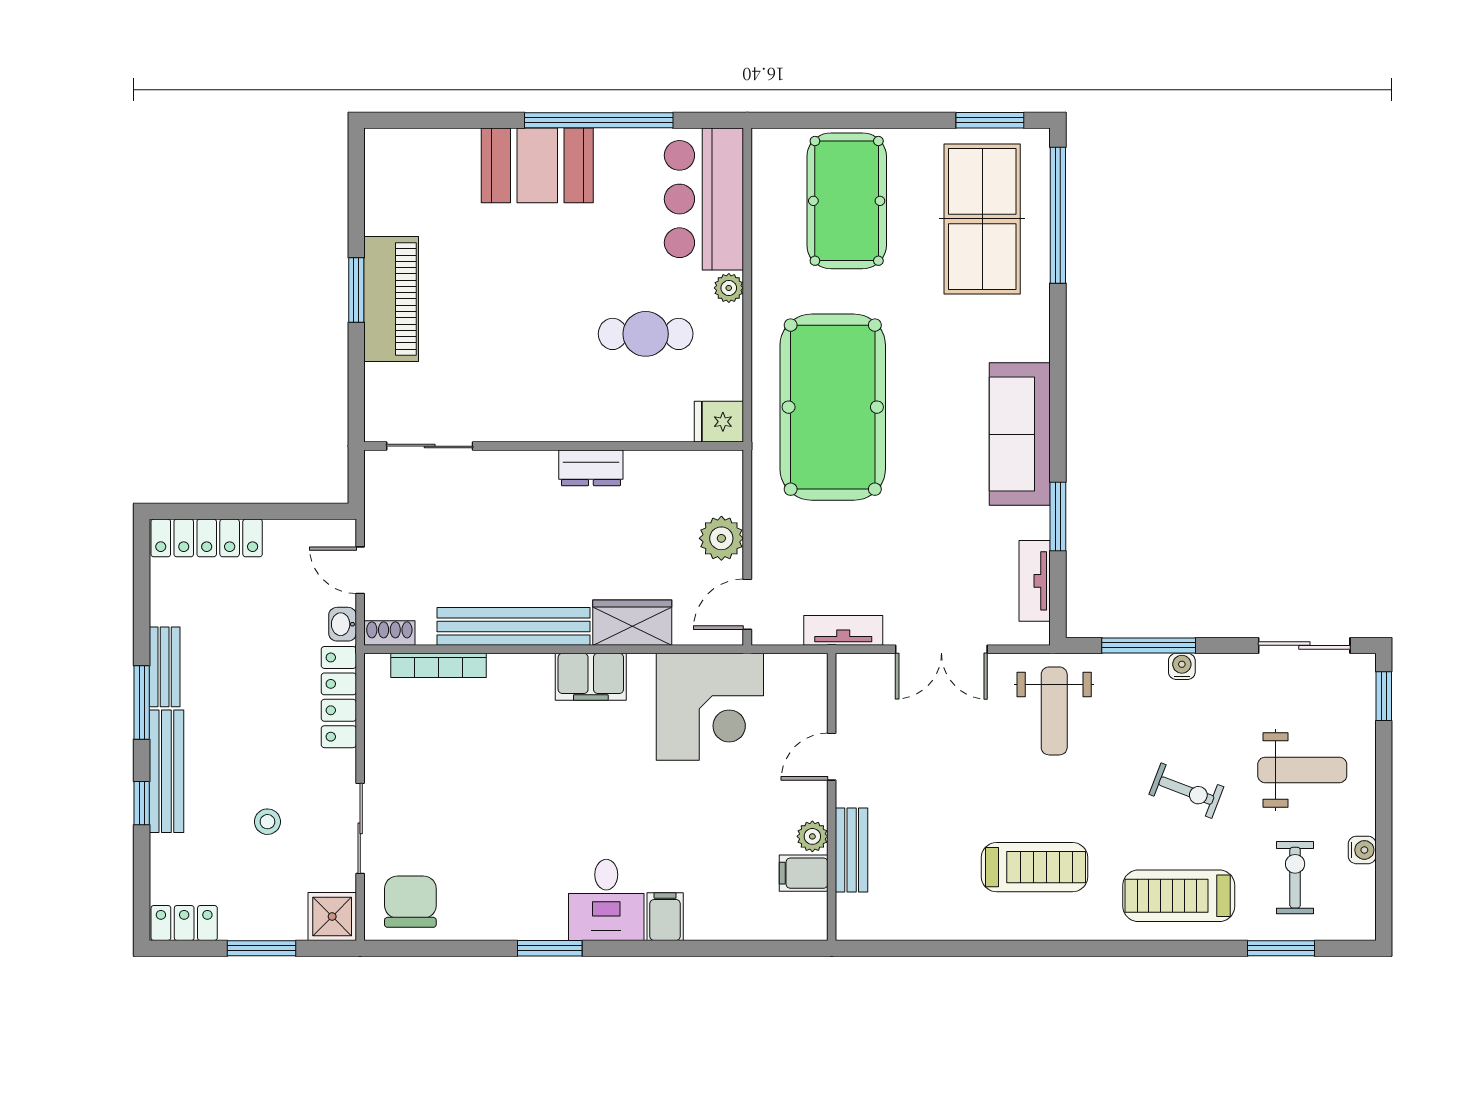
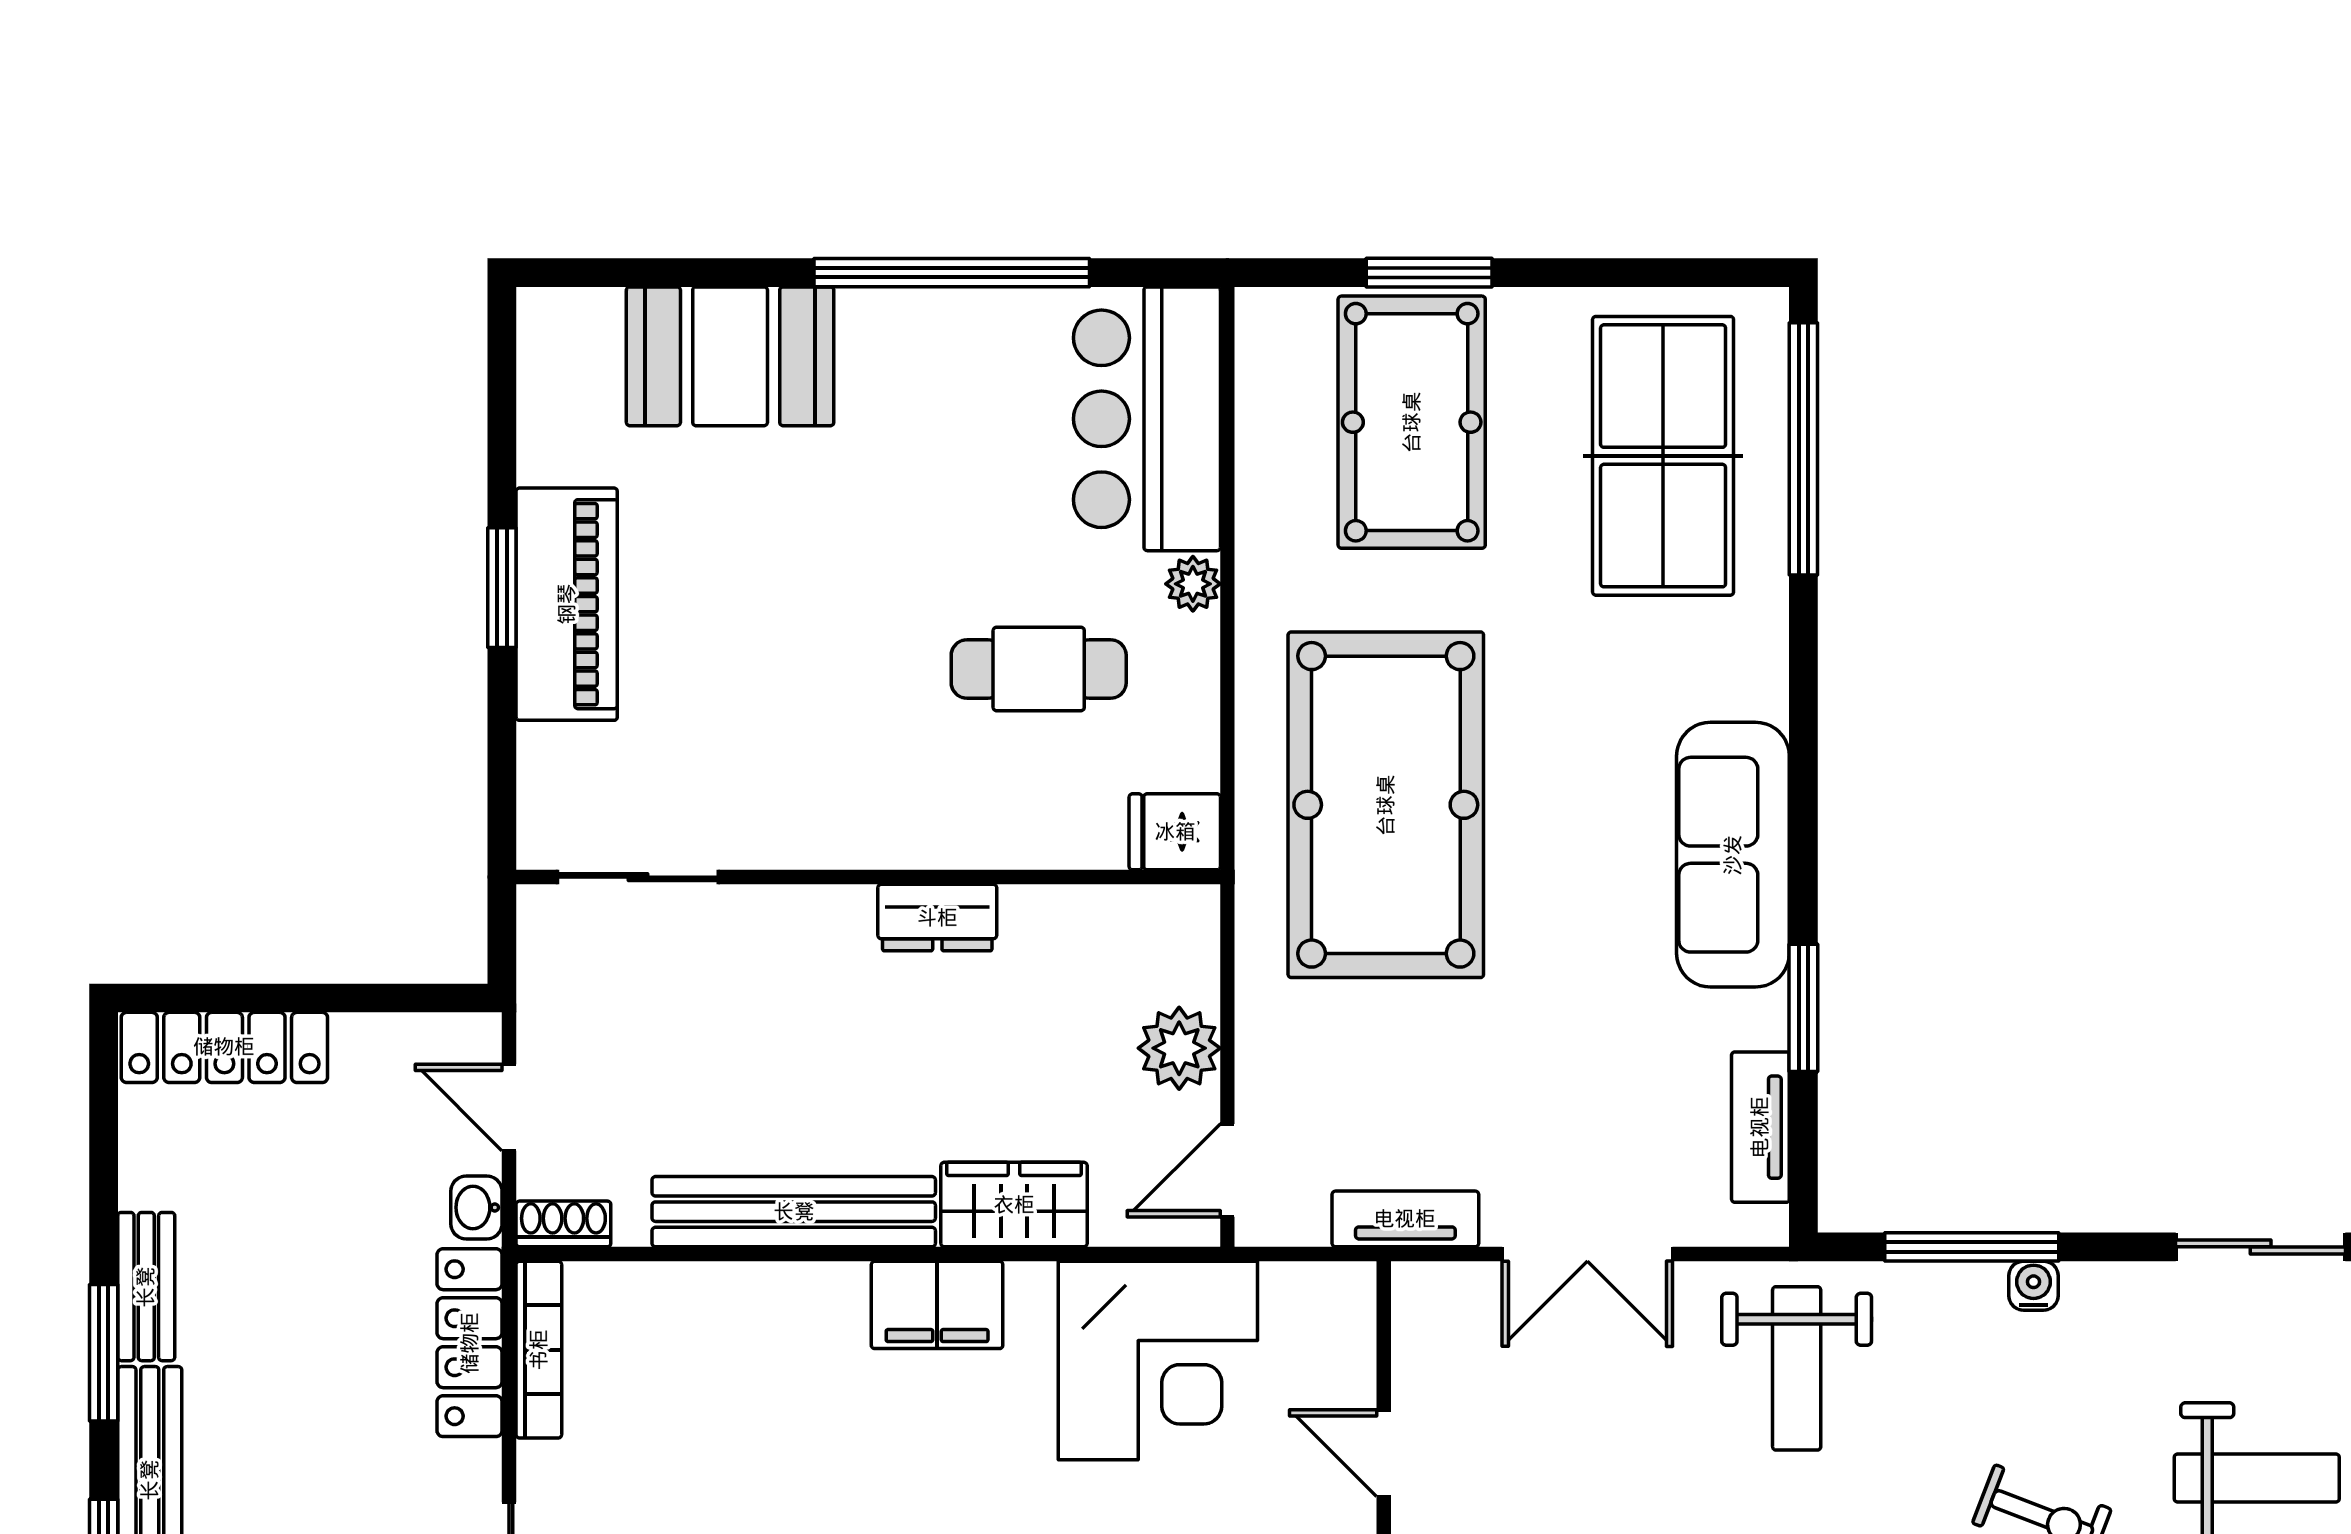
window: (990, 120) -> (1429, 273), moved
booth: (537, 165) -> (730, 356), moved
bookcase: (439, 665) -> (539, 1350), moved, turned -90
door: (832, 757) -> (1384, 1453), hinge flipped

